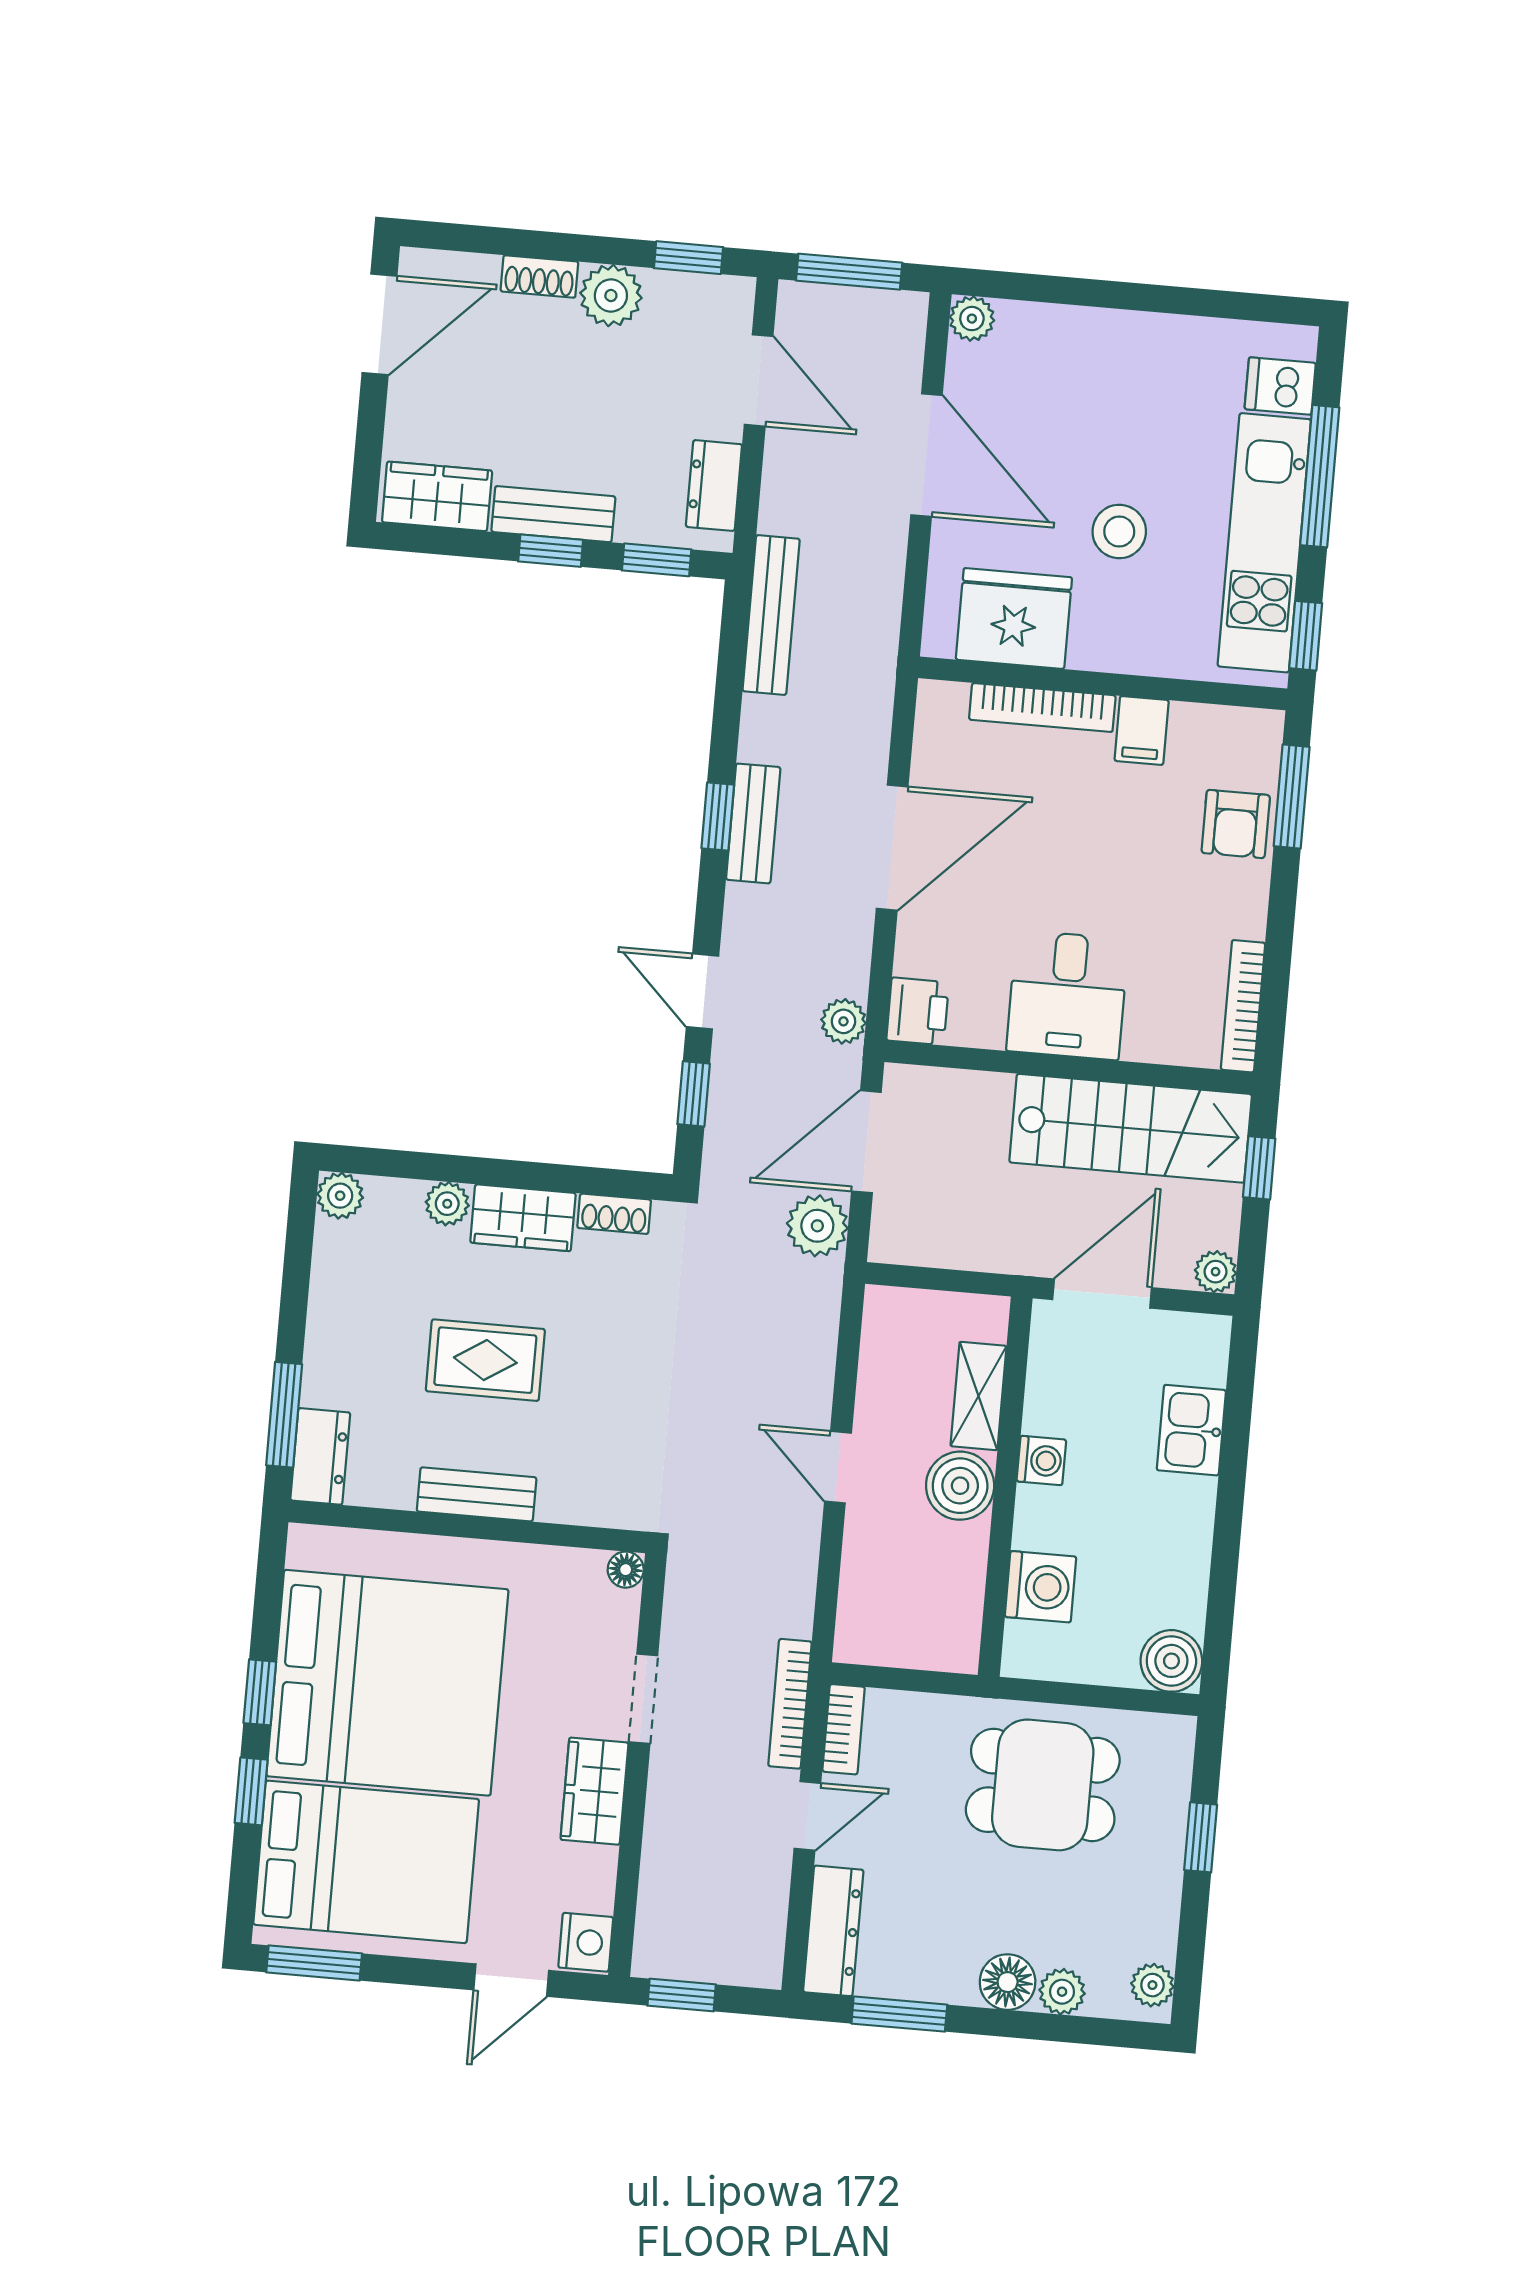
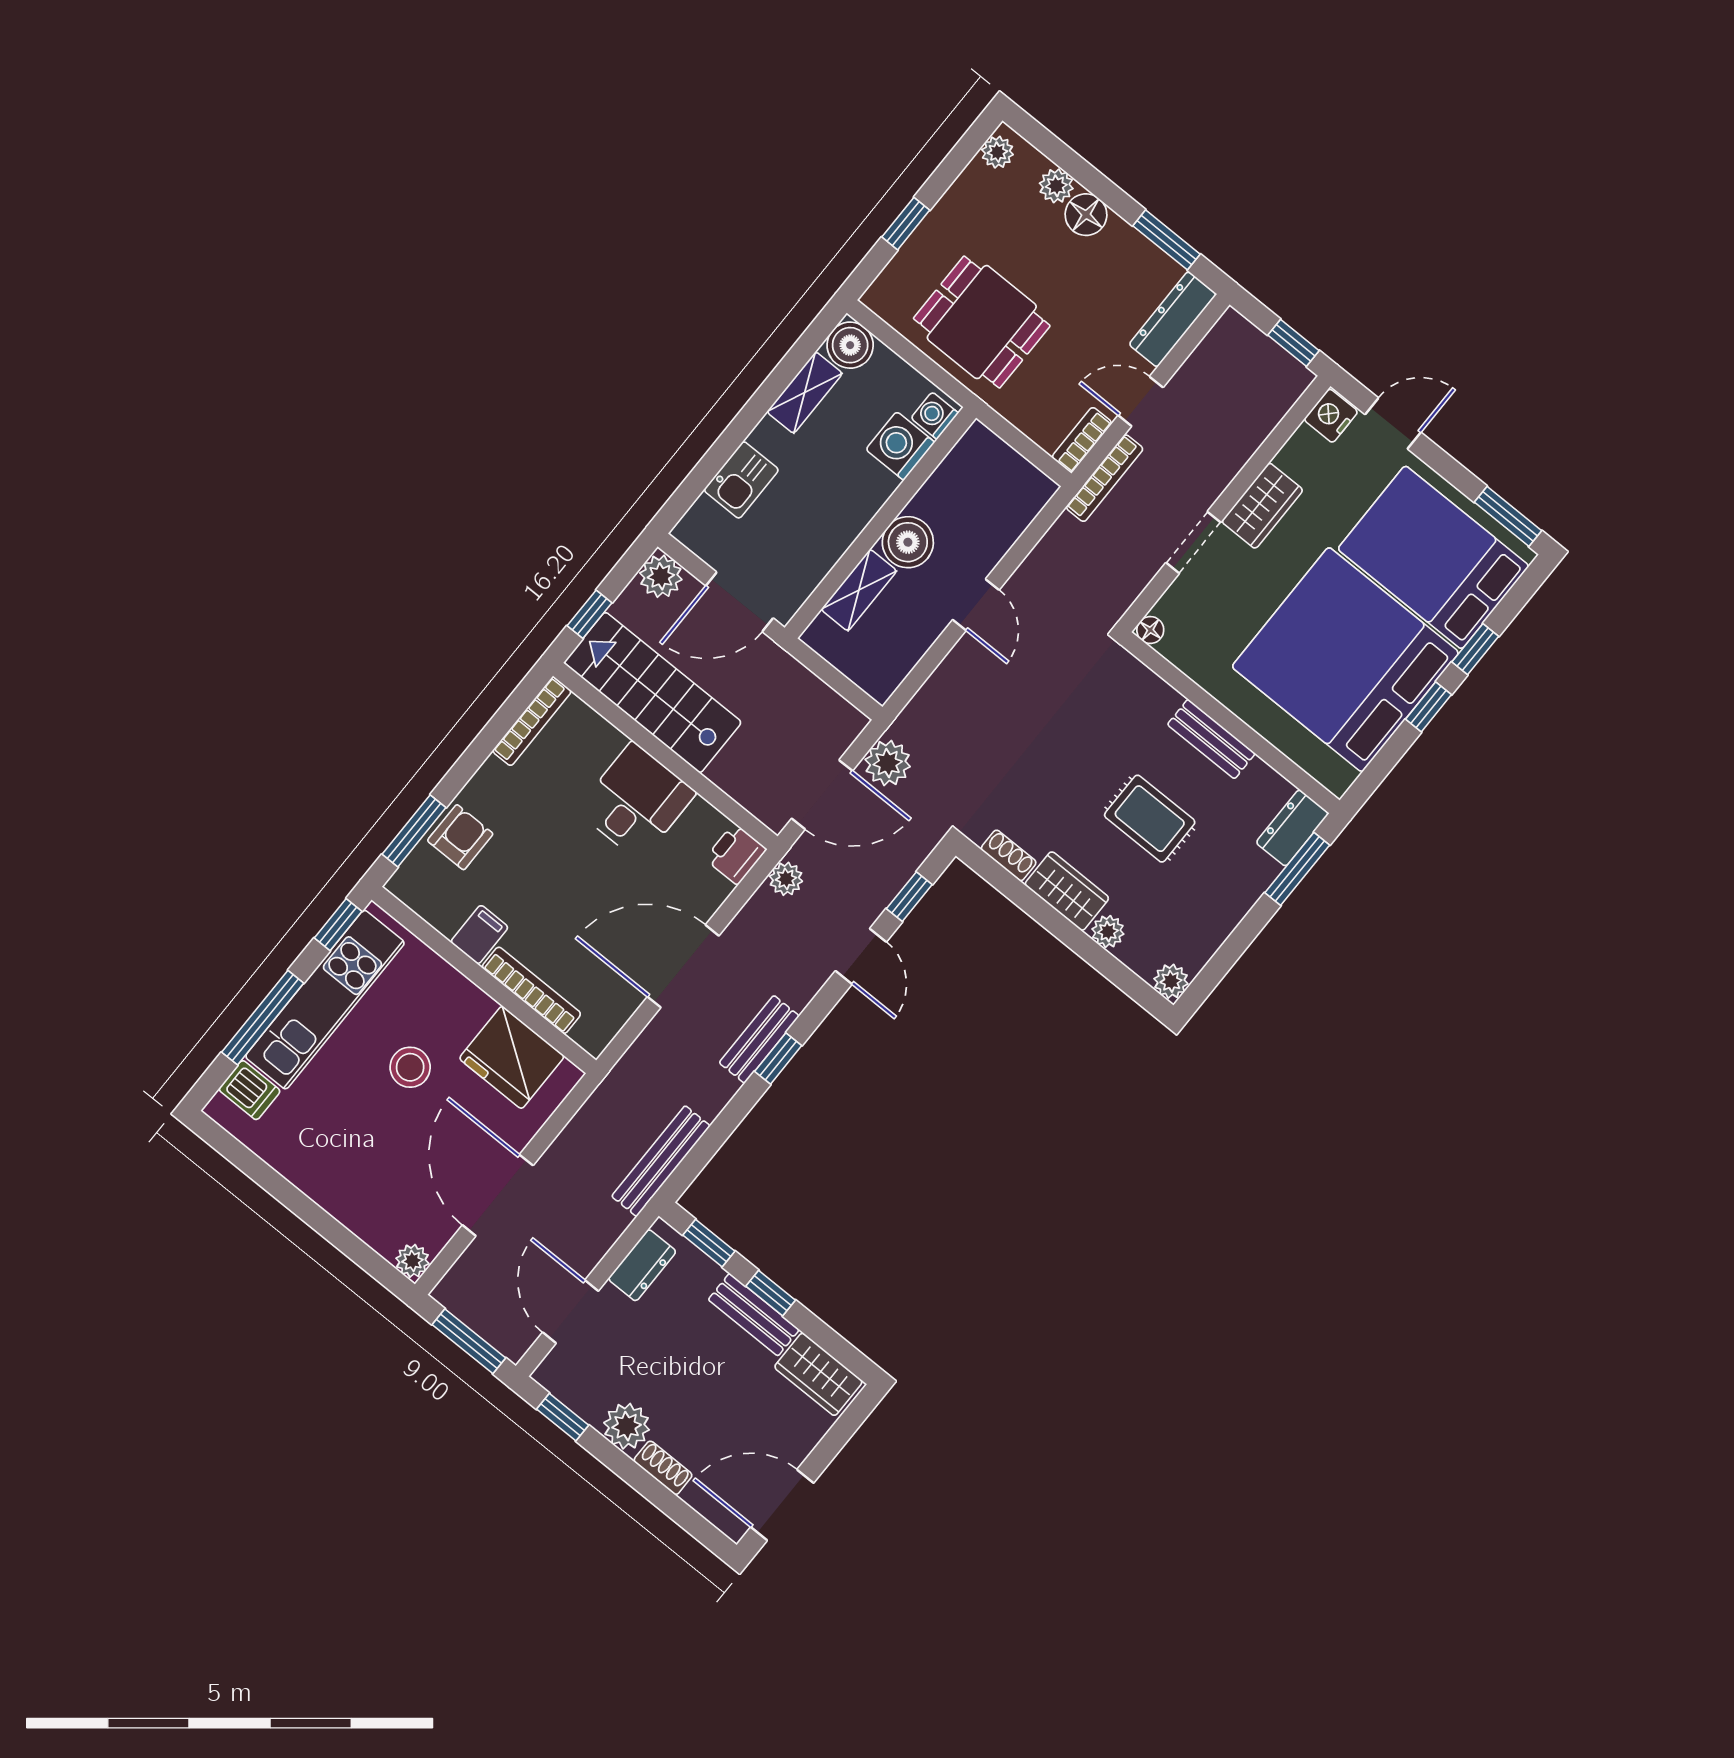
plant: (1216, 1272) -> (661, 576), width x1.38, depth x1.38
washing machine: (1041, 1460) -> (935, 416), moved
shelving: (1186, 1574) -> (805, 393), added

